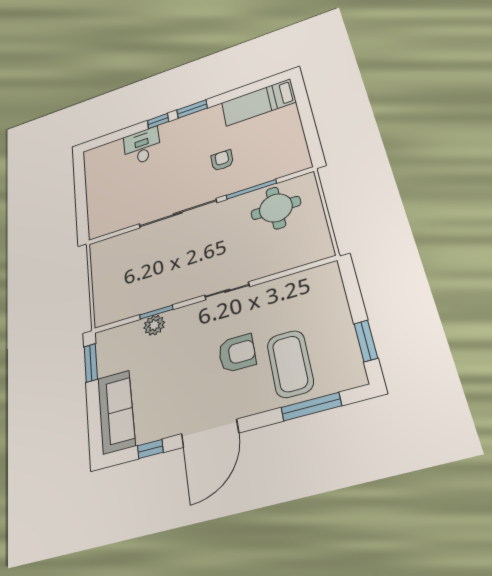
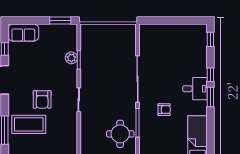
window: (105, 140) -> (210, 39), added
desk: (142, 146) -> (195, 89), moved
sofa: (116, 412) -> (23, 33), width x0.73

